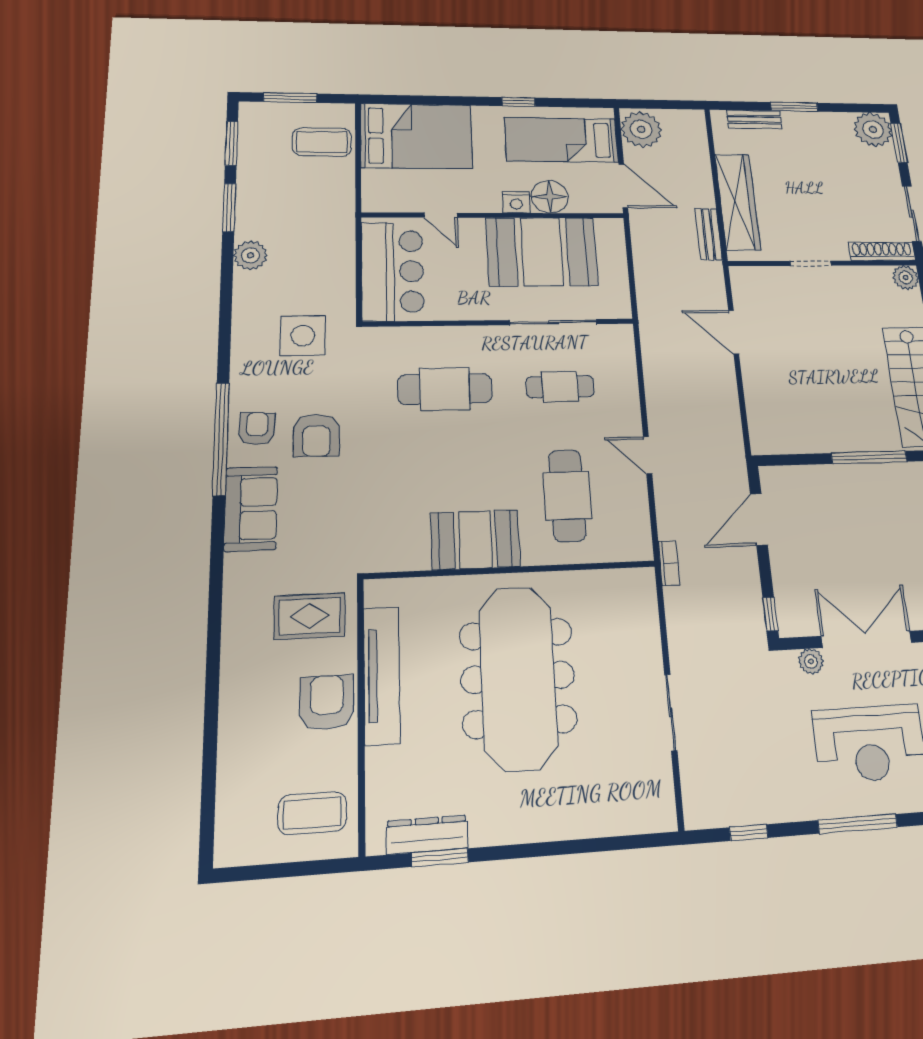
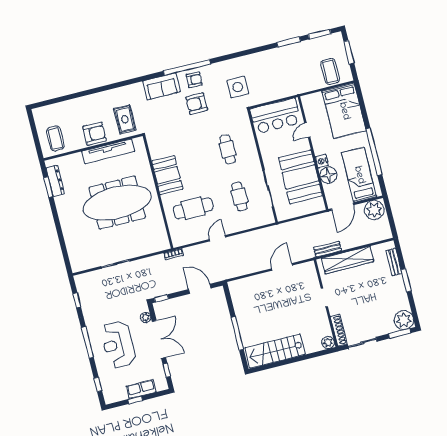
window: (519, 102) -> (374, 152), width x3.17
plant: (250, 255) -> (269, 57), removed
cafe table: (445, 389) -> (228, 149), width x0.73, depth x0.74

